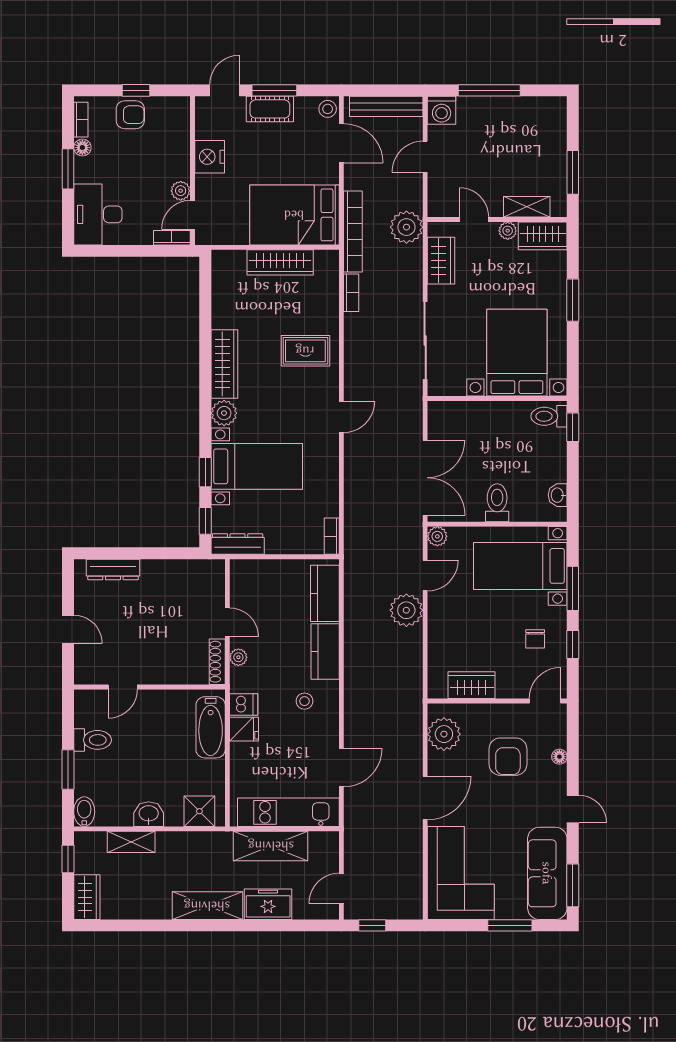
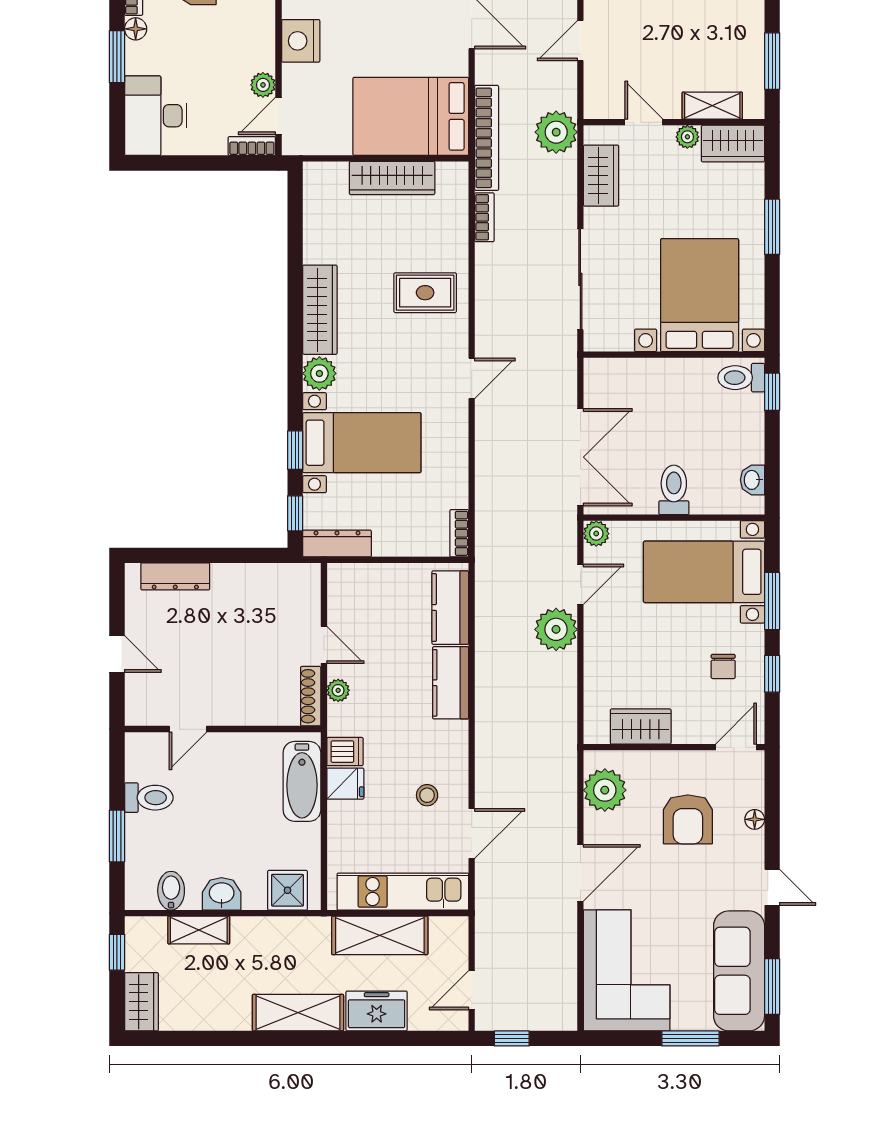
stool: (304, 701) -> (427, 795), moved
bidet: (84, 812) -> (171, 891), moved

